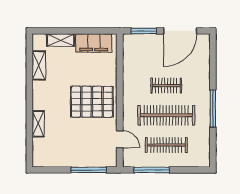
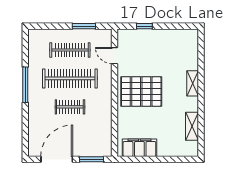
shelving: (61, 40) -> (171, 151), removed
shelving: (38, 124) -> (193, 83), moved
window: (89, 170) -> (144, 26), width x0.46
window: (152, 170) -> (84, 26), width x0.69

